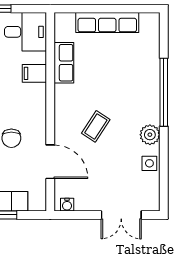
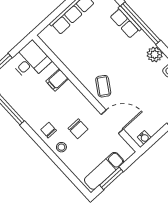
row of seats: (64, 63) -> (126, 22), moved, turned 180
coffee table: (96, 126) -> (103, 86), moved

